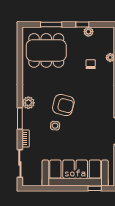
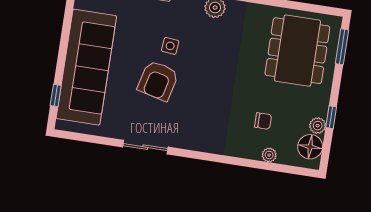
window: (51, 25) -> (342, 47), moved
floor lamp: (102, 34) -> (310, 147), added
armchair: (63, 105) -> (158, 81), moved

